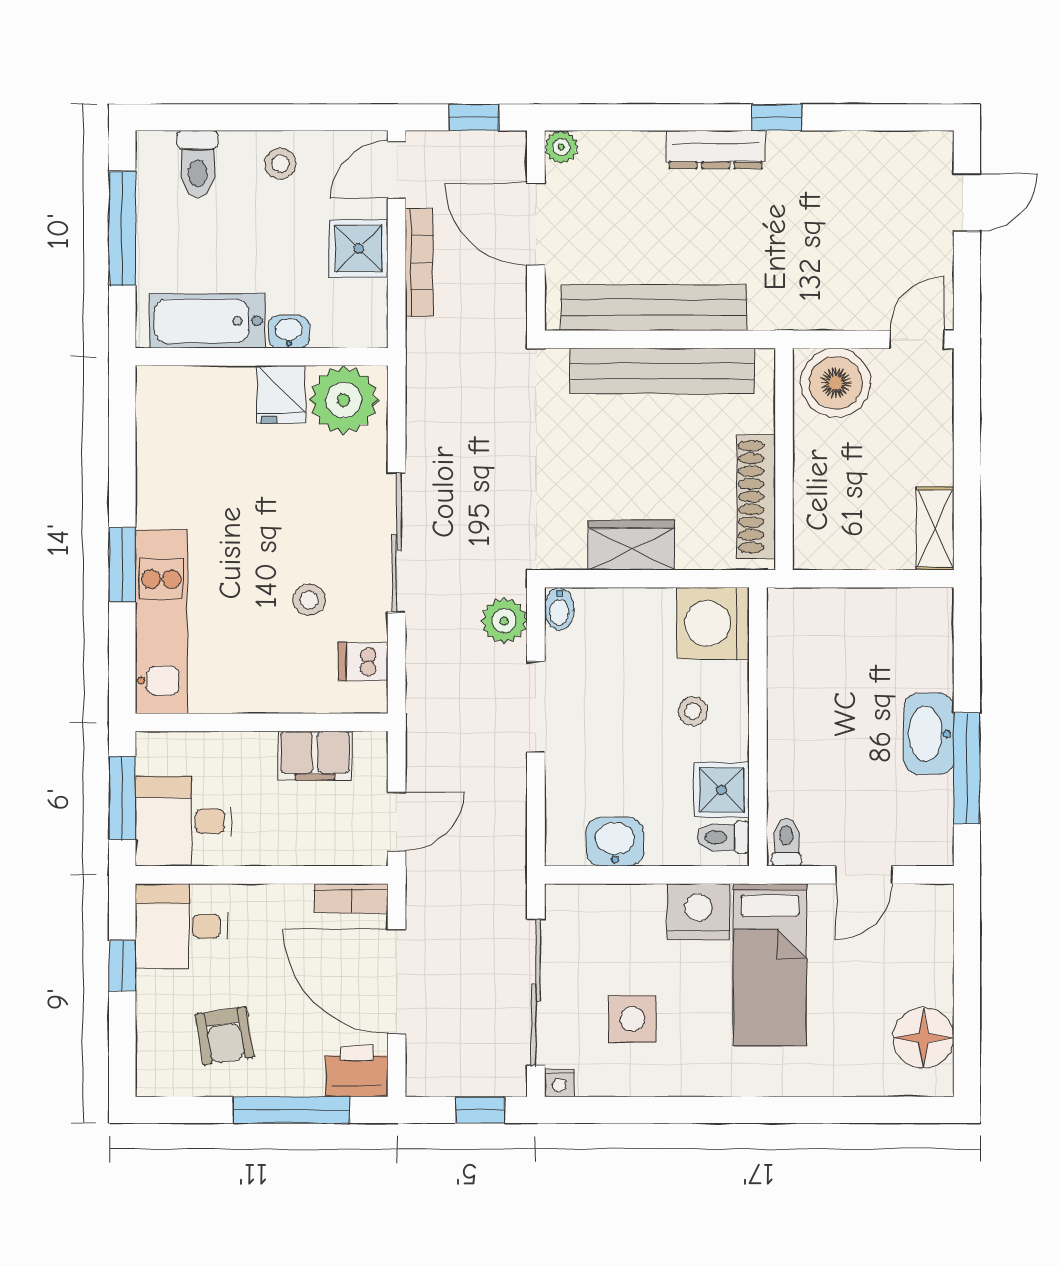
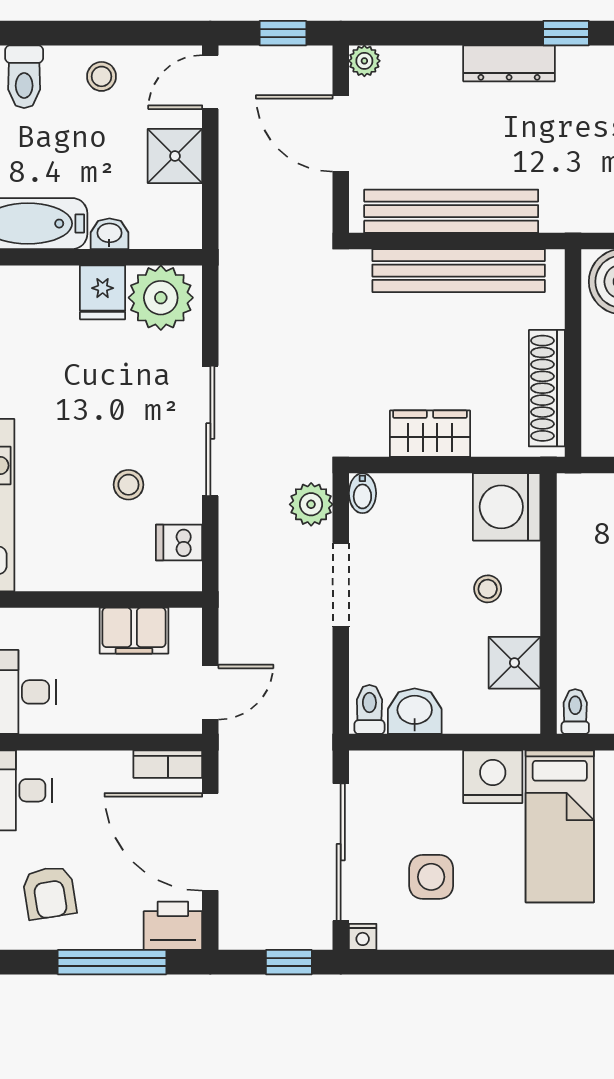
bookcase: (419, 262) -> (231, 169), removed
toilet: (723, 837) -> (369, 709), moved, turned 90

